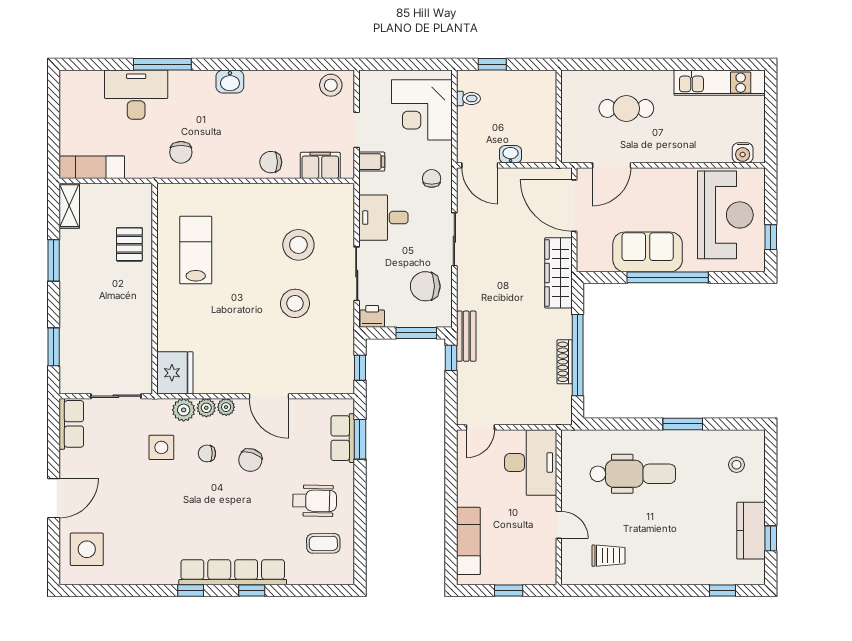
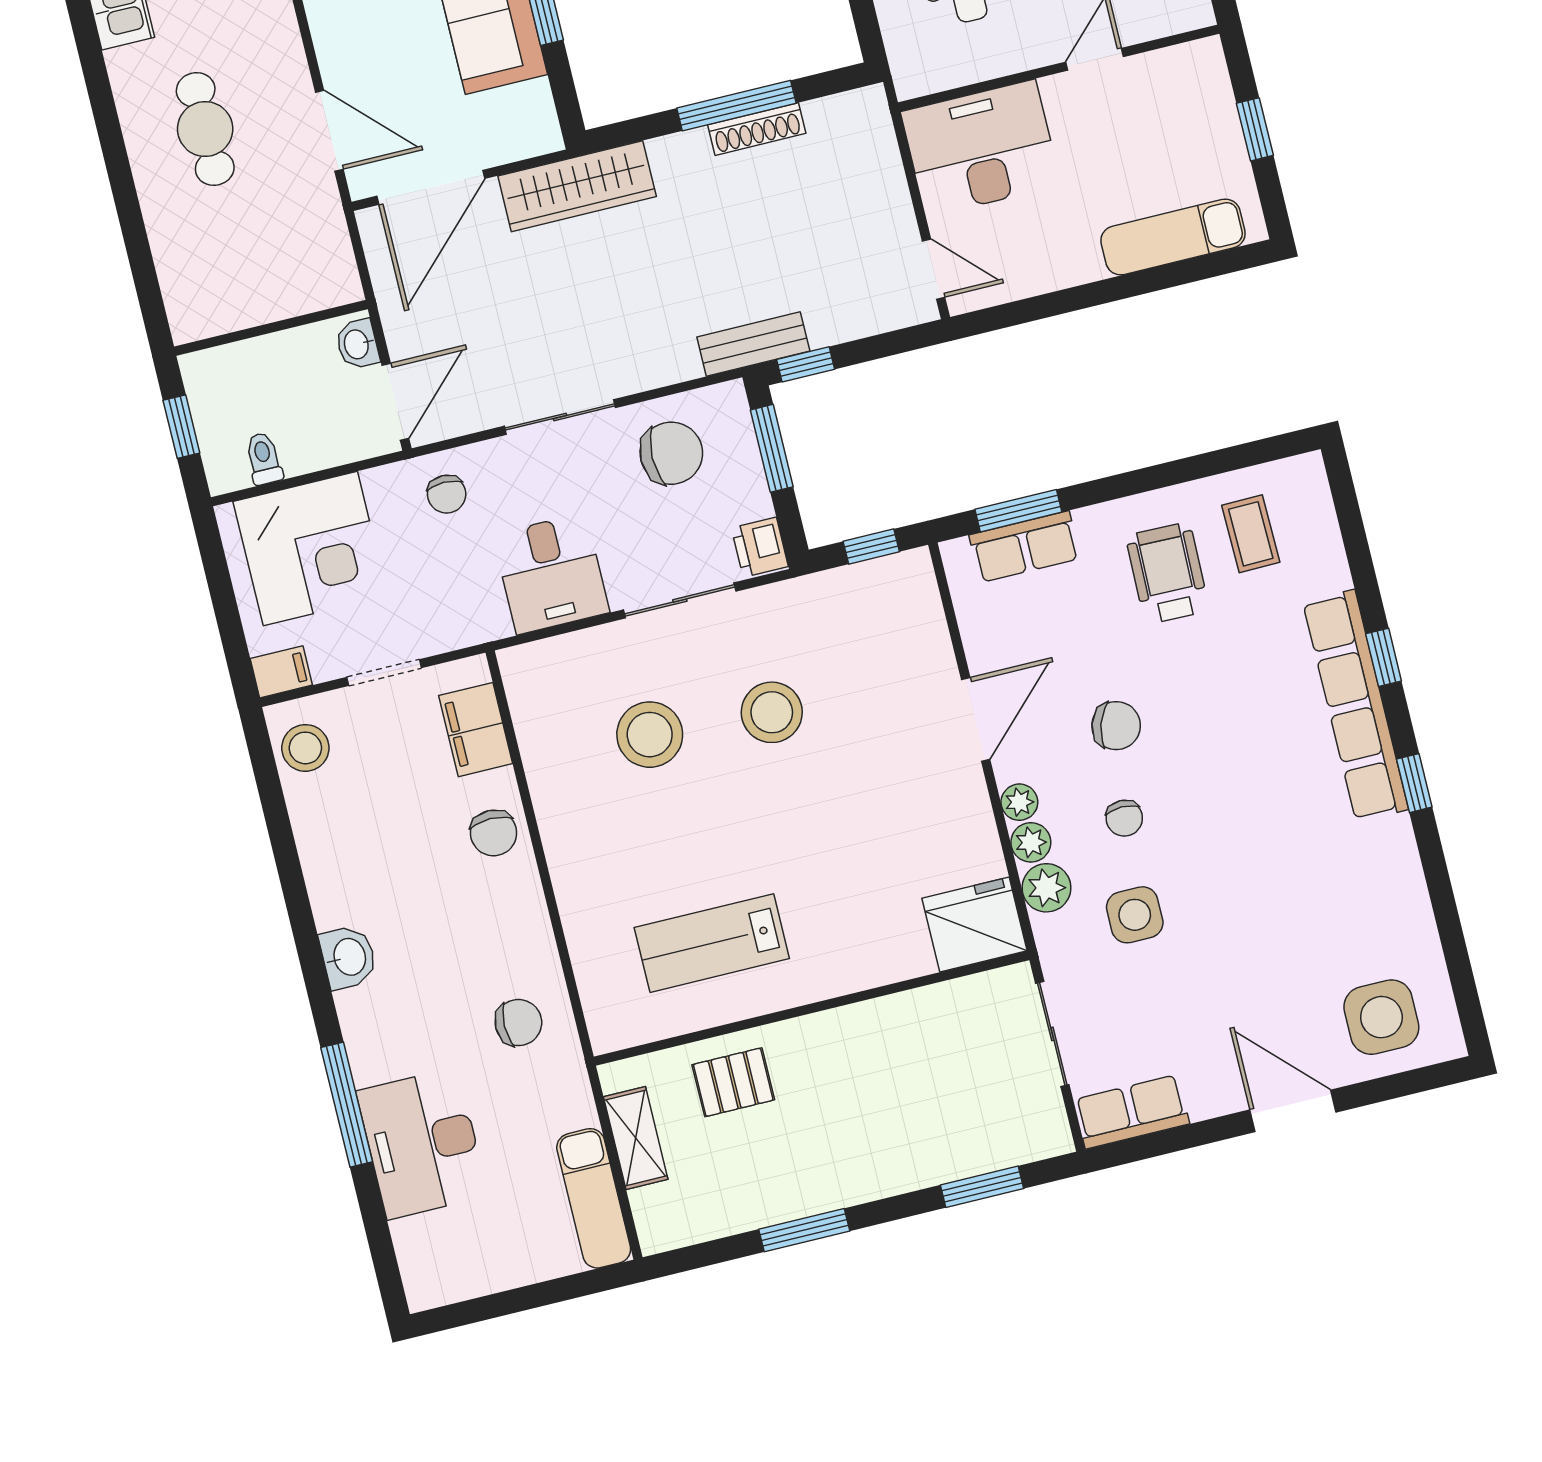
wall: (559, 116) -> (271, 328), moved
filing cabinet: (372, 162) -> (281, 672), moved, turned 90
chair: (432, 178) -> (447, 494), turned -90
shelving: (69, 206) -> (636, 1138), moved, turned 90
chair: (425, 286) -> (671, 453), turned -90
window: (578, 355) -> (736, 106), width x0.68

